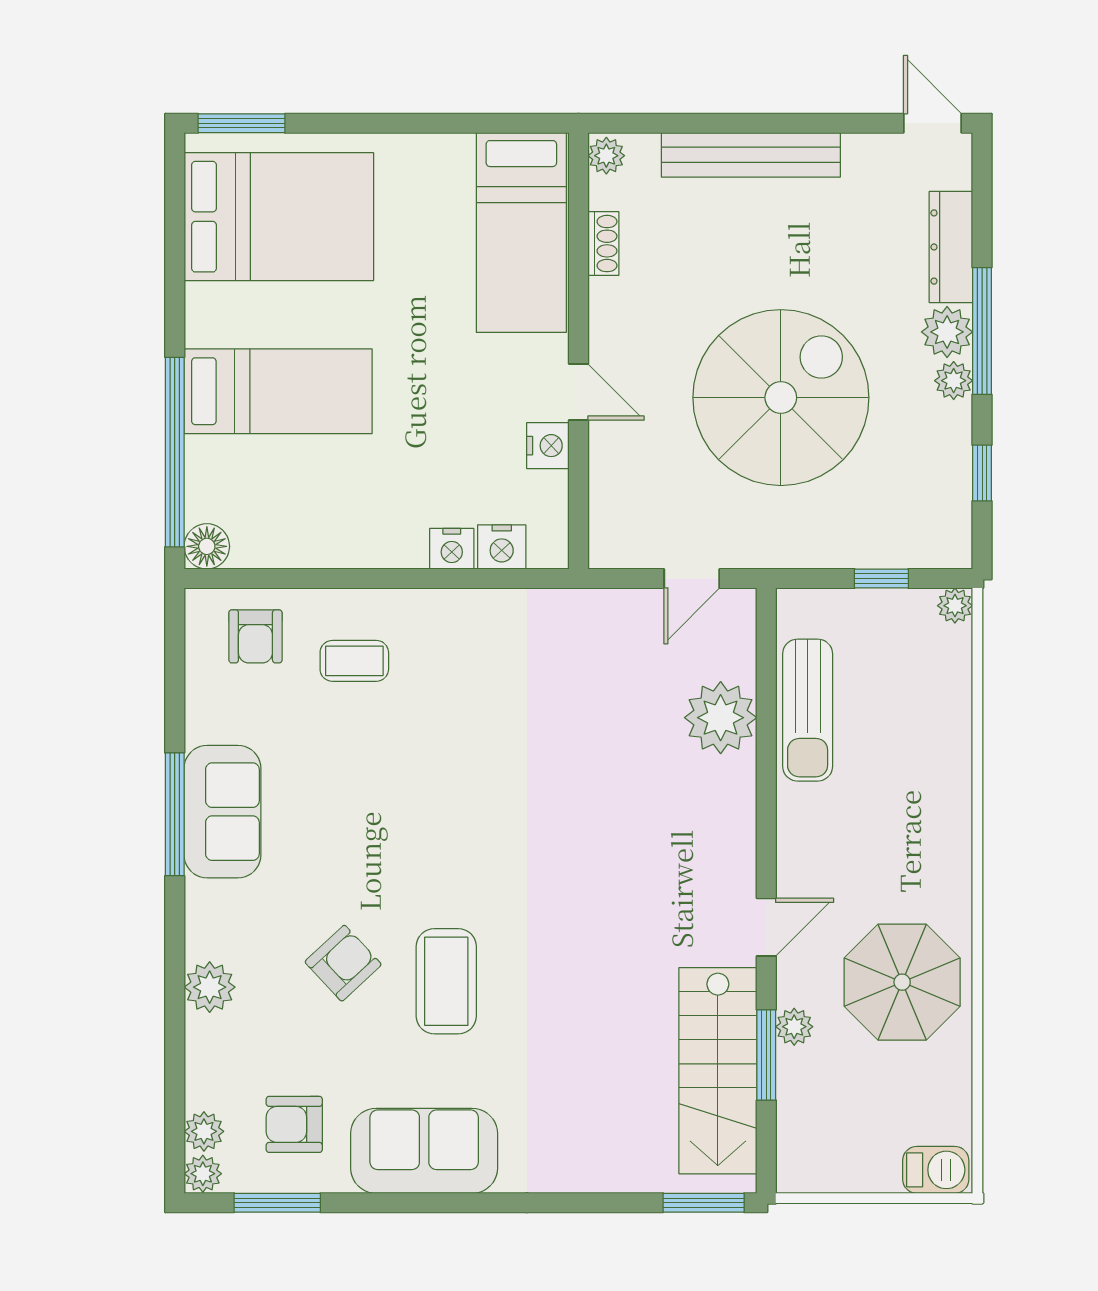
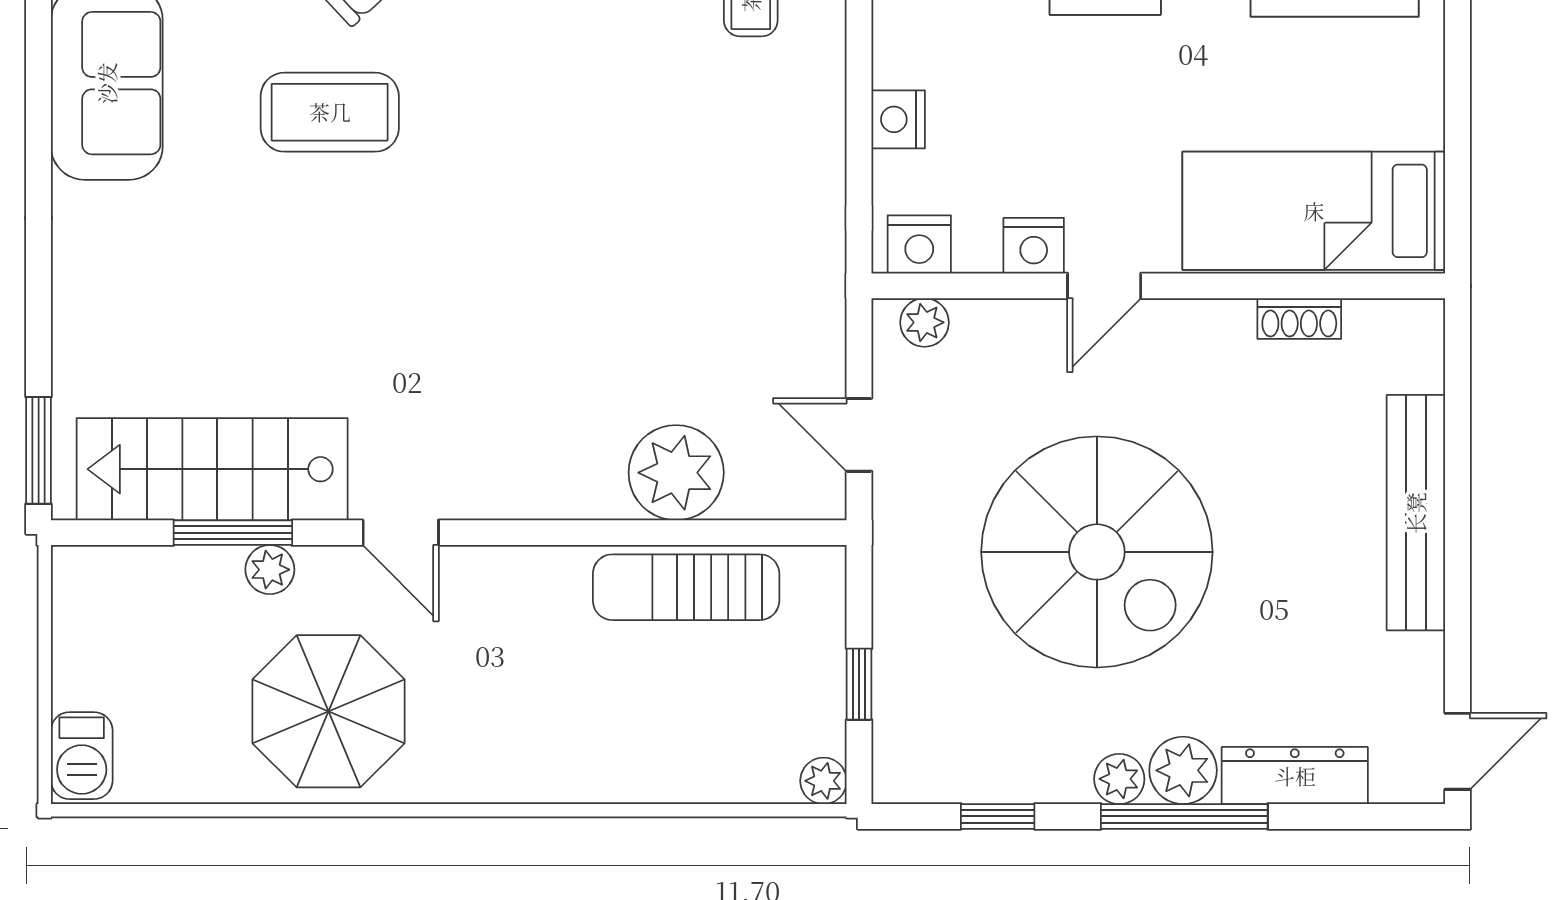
plant: (606, 156) -> (924, 322), moved
nightstand: (502, 547) -> (919, 244), moved, turned -90

